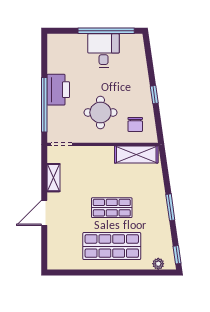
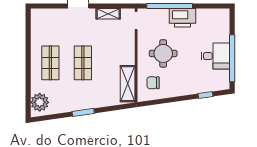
window: (154, 95) -> (205, 95), moved
shop shelf: (112, 246) -> (50, 63), width x0.70, depth x0.74
window: (177, 255) -> (43, 118), removed
plant: (158, 264) -> (40, 102), width x1.87, depth x1.87

